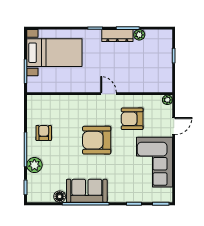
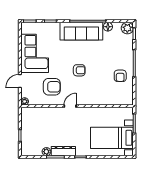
door: (109, 94) -> (70, 106), swing flipped
armchair: (97, 140) -> (79, 70), width x0.53, depth x0.53
plant: (34, 165) -> (127, 28), moved
sofa: (87, 191) -> (81, 31), width x1.36

